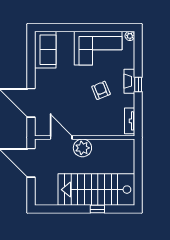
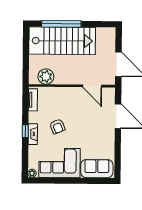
sofa: (45, 50) -> (97, 169), moved, turned 90
plant: (82, 148) -> (46, 77), moved
window: (97, 209) -> (61, 24), width x3.17

